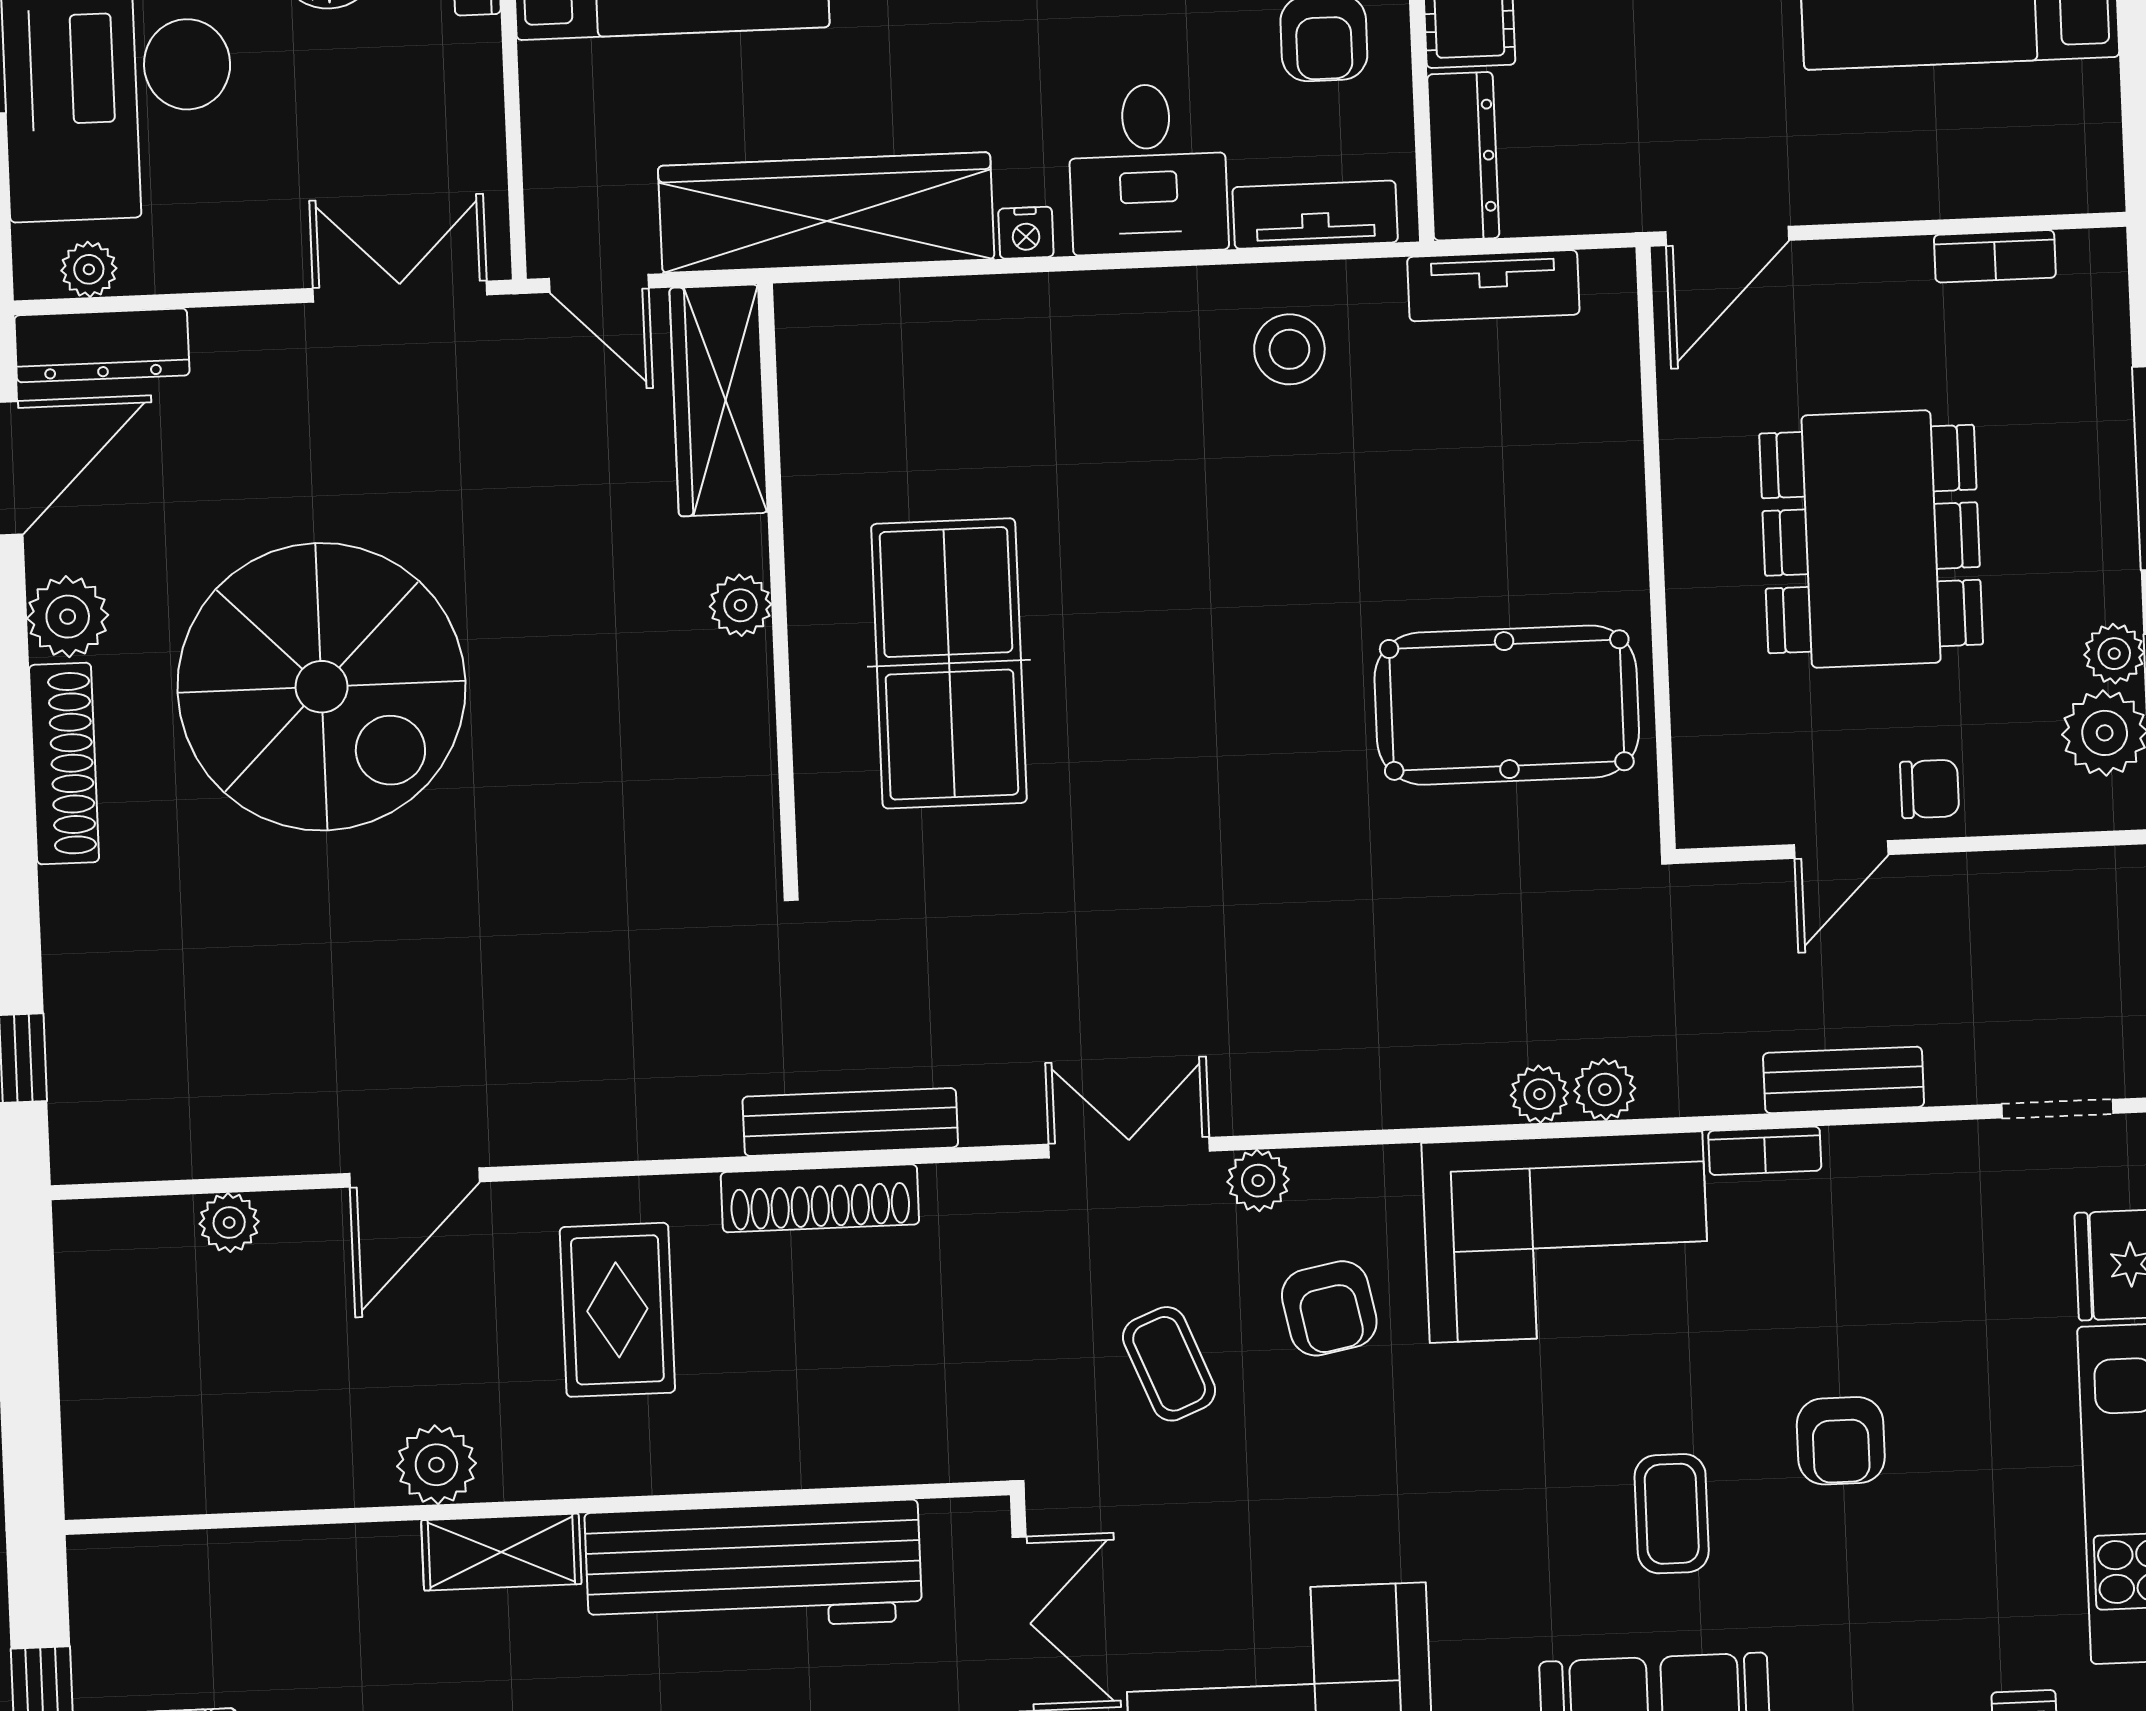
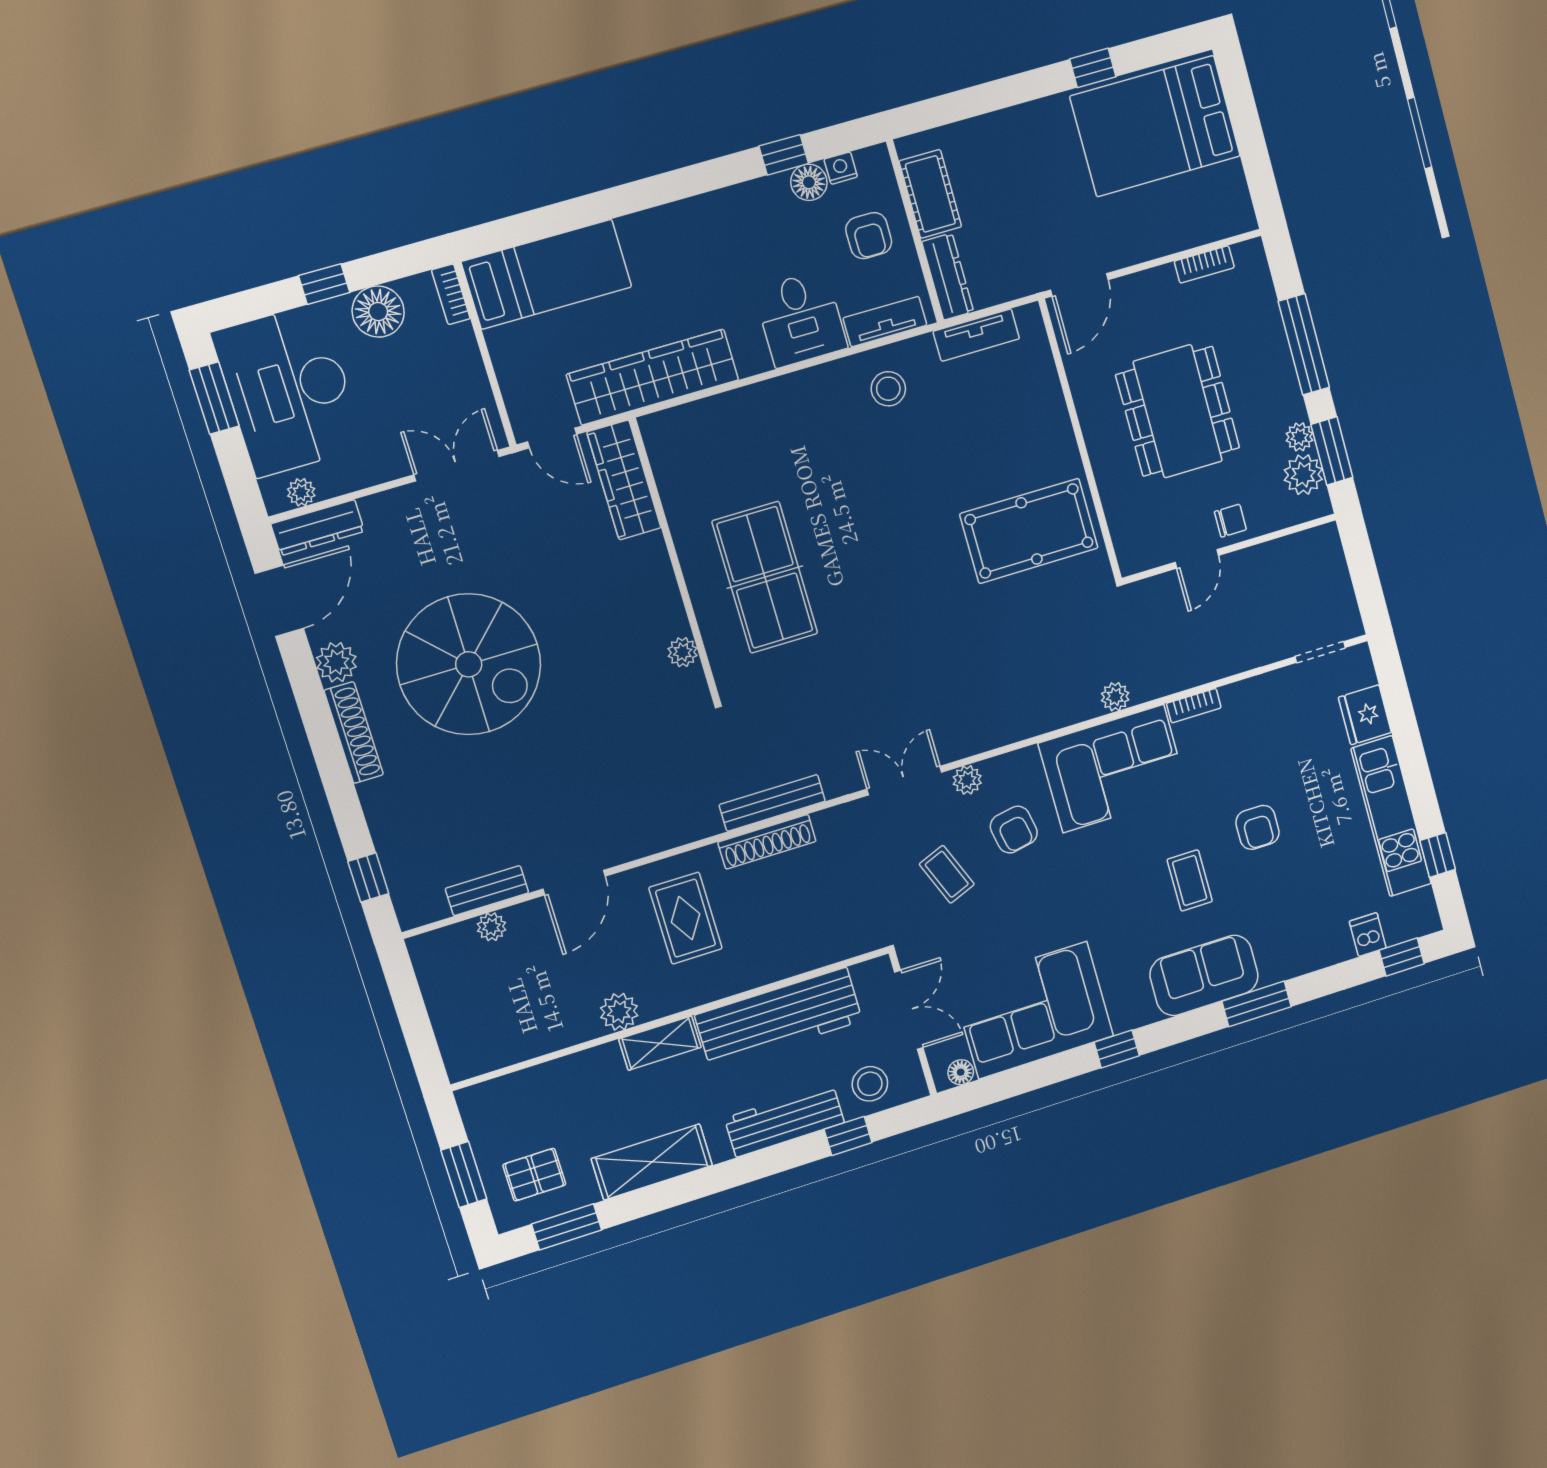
nightstand: (1026, 233) -> (750, 364), removed
plant: (740, 605) -> (683, 652), moved
bench: (1844, 1080) -> (487, 891), moved
plant: (1539, 1094) -> (1086, 707), removed

